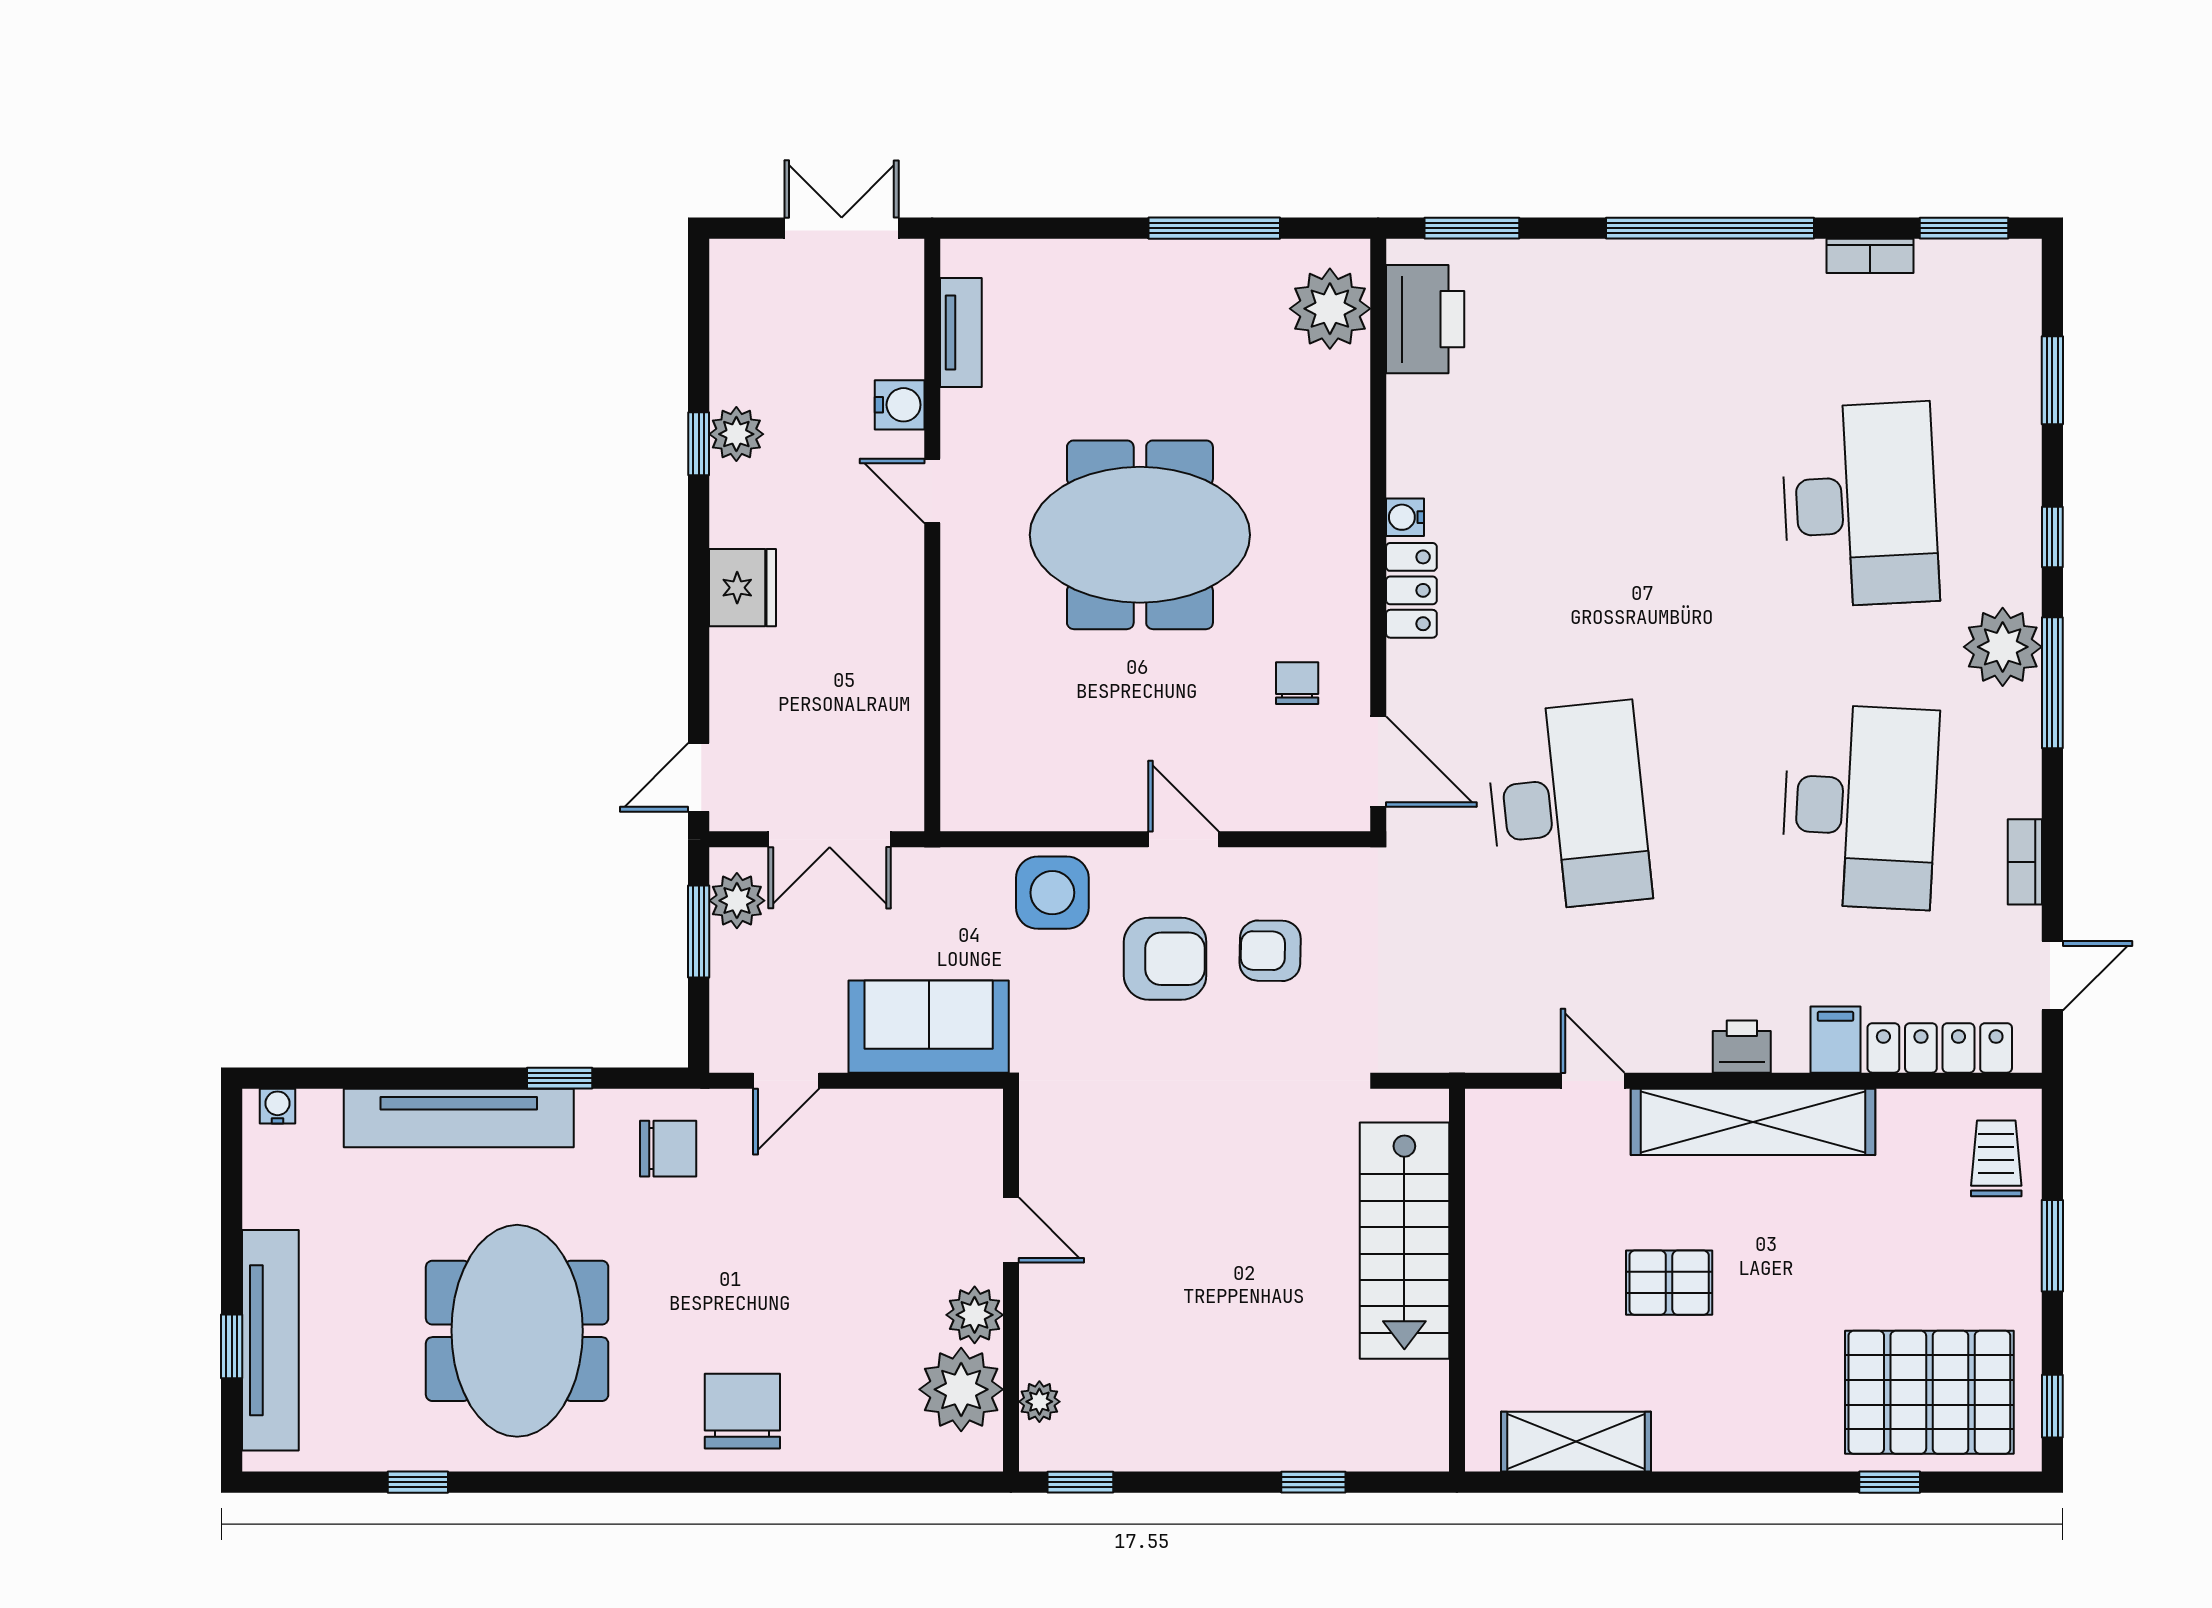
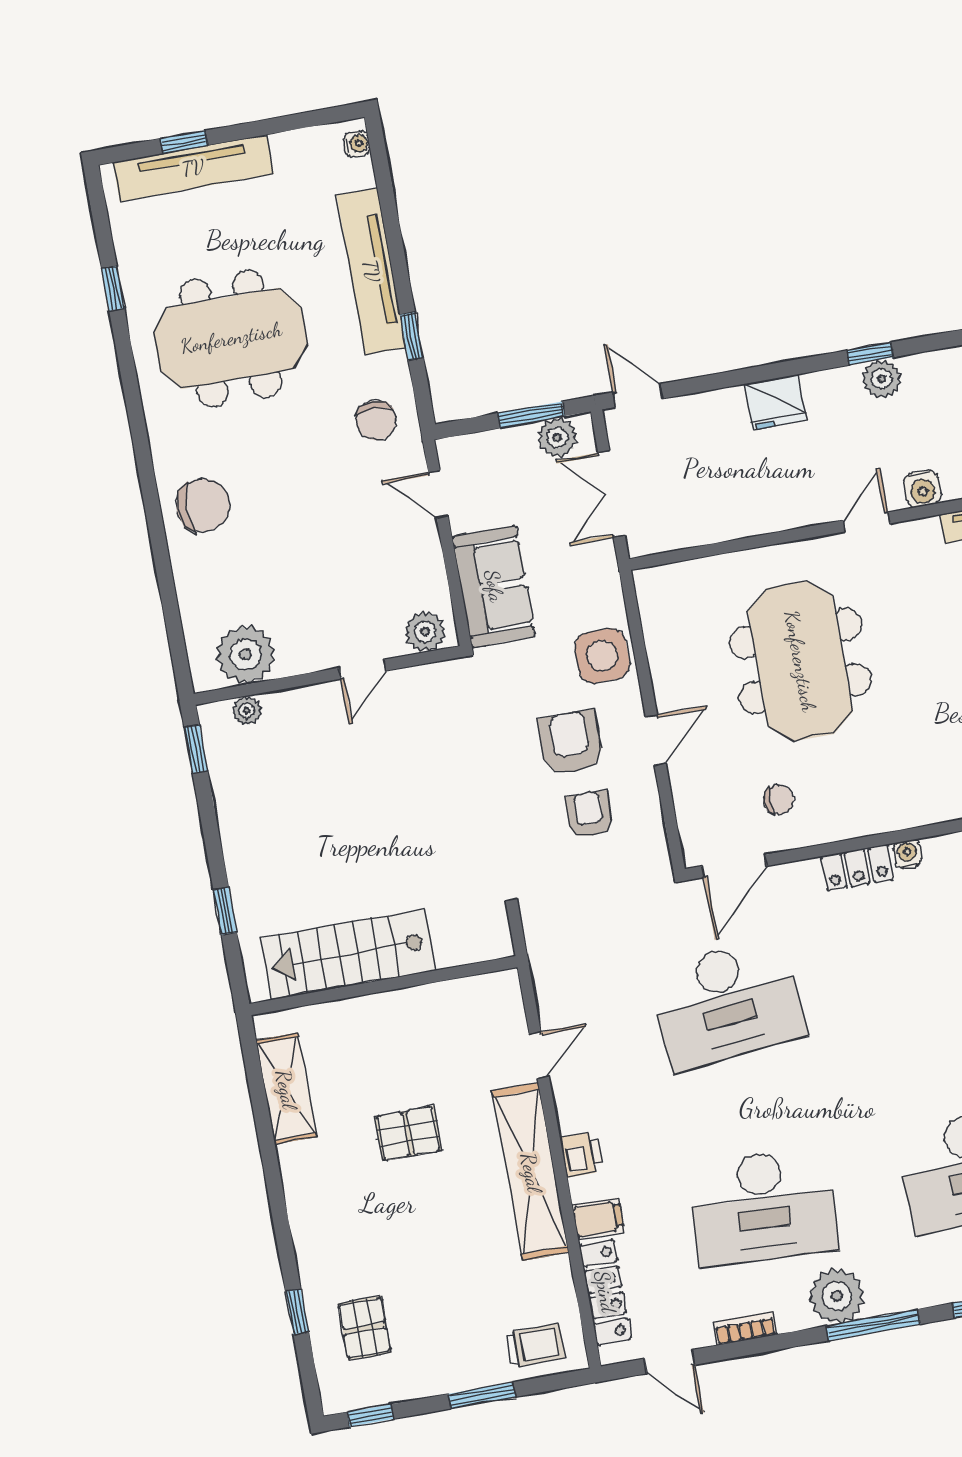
meeting table: (1140, 535) -> (800, 661), moved
plant: (2003, 647) -> (837, 1296), moved
armchair: (1165, 959) -> (570, 742), turned 180
stairs: (1404, 1241) -> (348, 954), moved
pallet: (1669, 1283) -> (408, 1133), turned 90
plant: (975, 1315) -> (425, 632), moved
pallet: (1929, 1392) -> (365, 1328), width x0.49, depth x0.50

